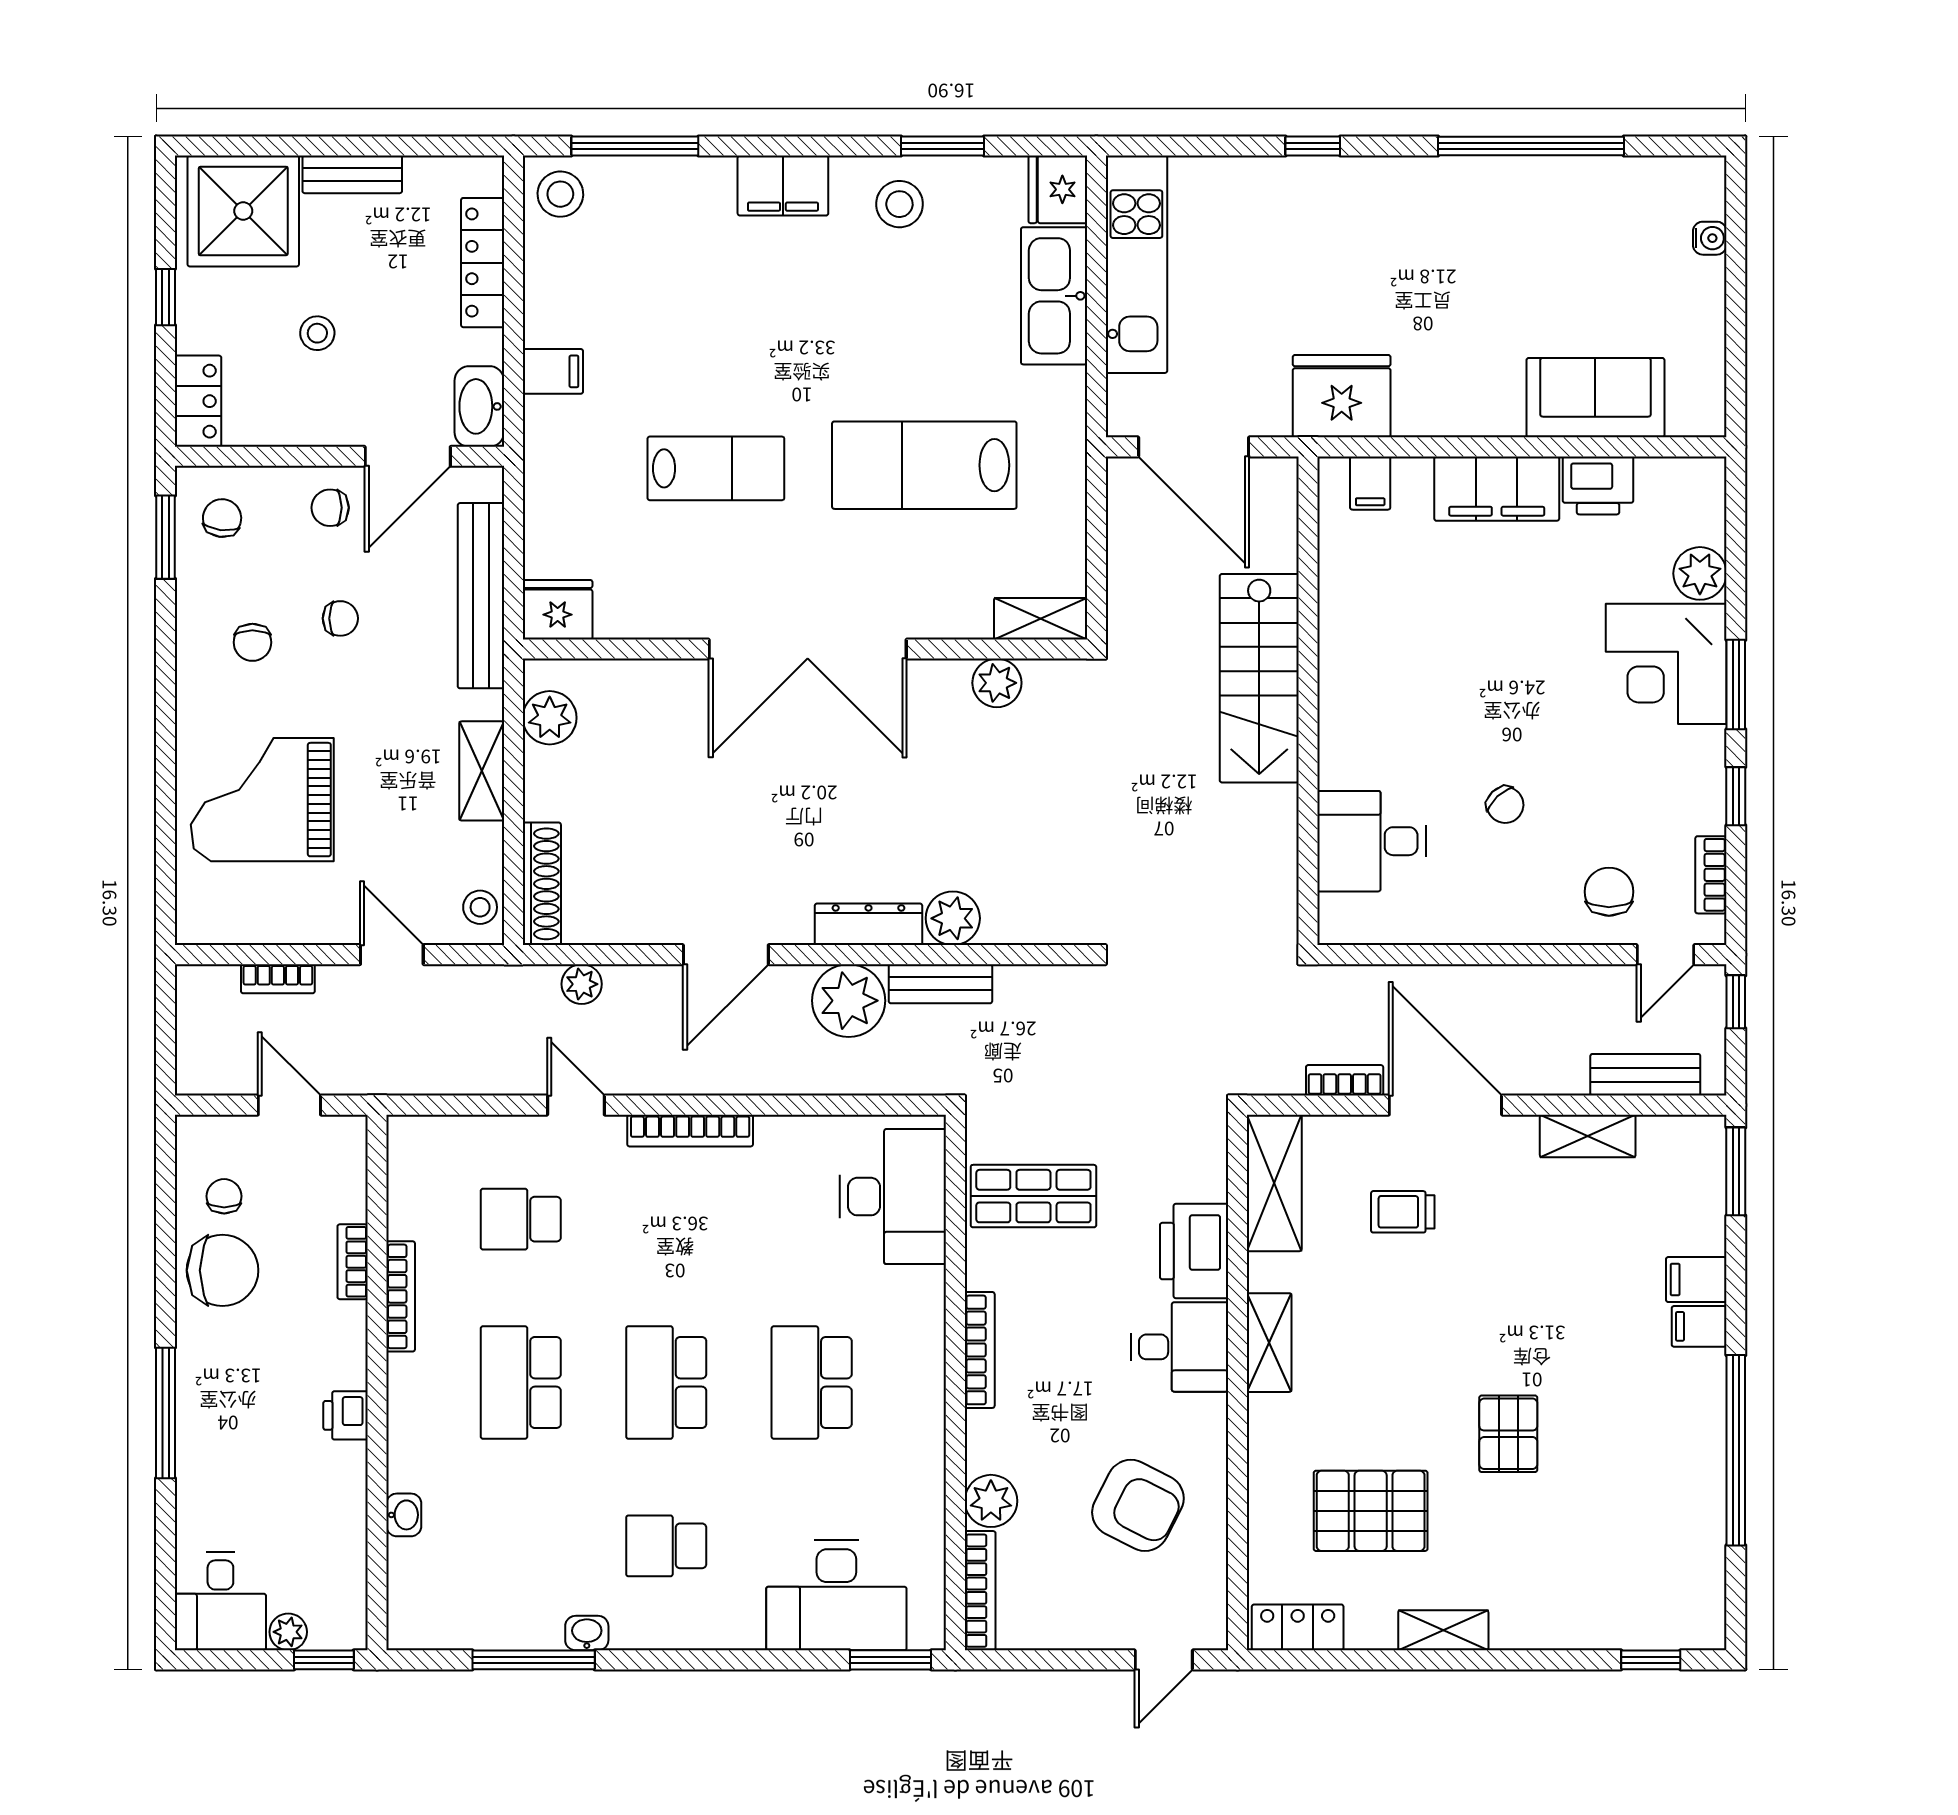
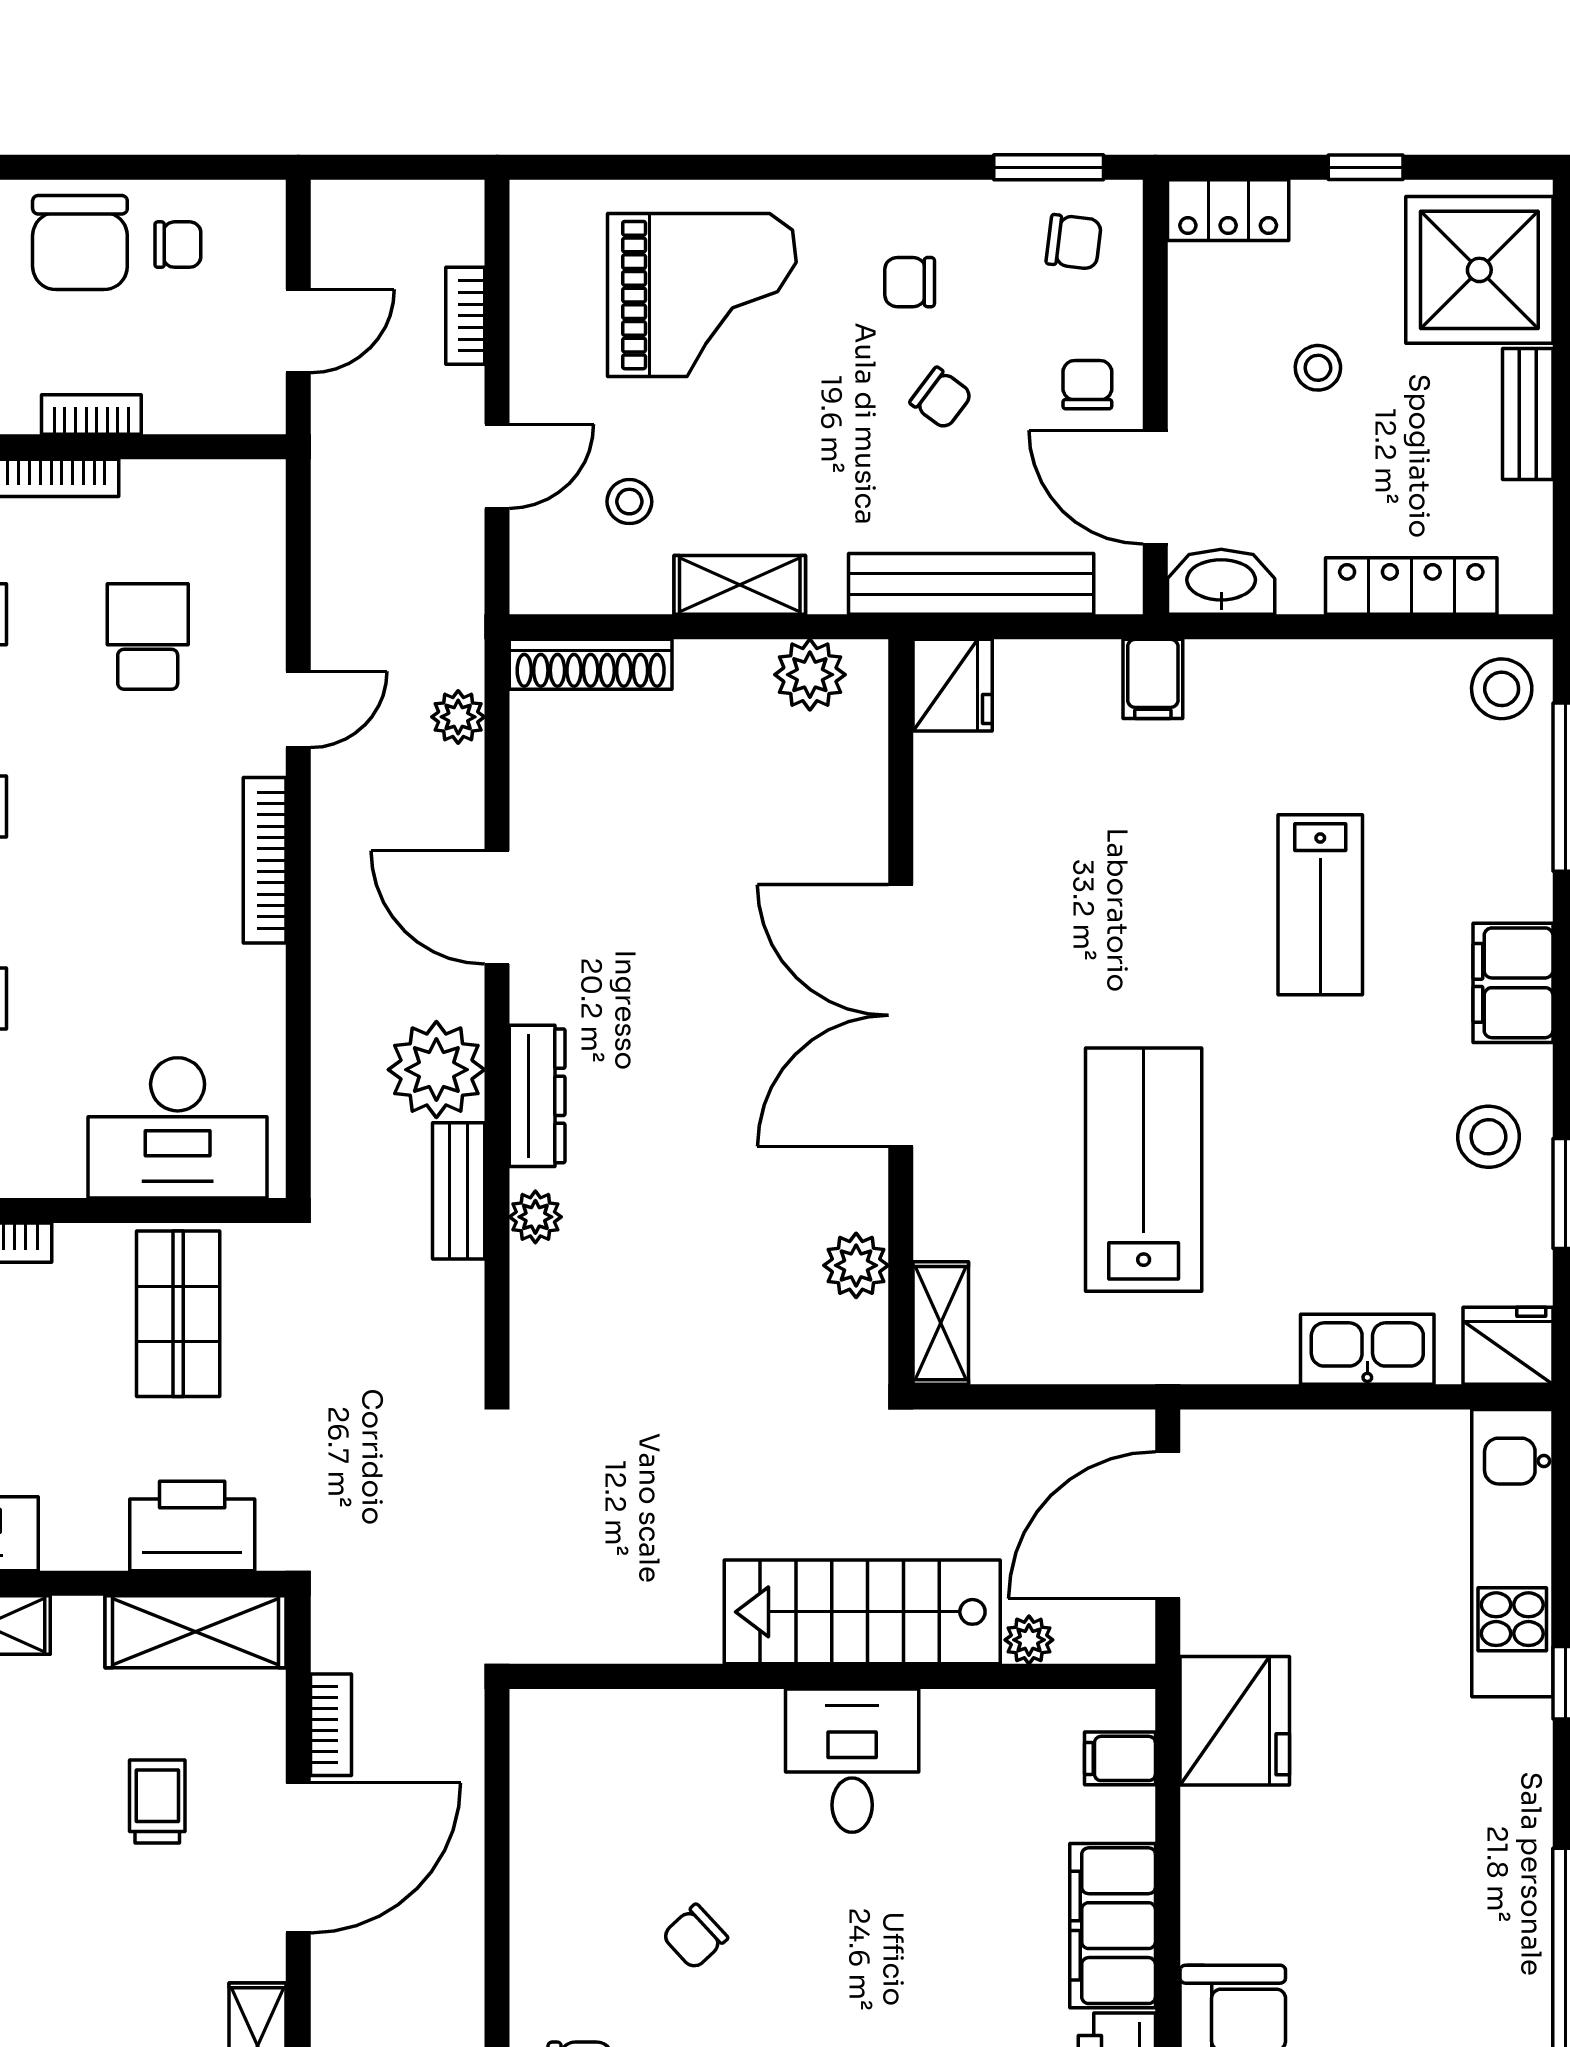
kitchen unit: (1136, 264) -> (1512, 1553), moved, turned 90
kitchen sink: (1054, 296) -> (1367, 1349), width x0.73, depth x0.81
filing cabinet: (553, 371) -> (1153, 679), moved
lab bench: (716, 468) -> (1320, 905), moved
plant: (1280, 552) -> (1029, 1640), added
chair: (340, 618) -> (941, 398), turned -53
grand piano: (262, 800) -> (702, 295), turned 90
desk: (1372, 841) -> (852, 1761), moved
stool: (480, 907) -> (629, 502), moved
plant: (953, 918) -> (535, 1217), width x0.73, depth x0.73
printer: (1194, 1251) -> (192, 1526), moved

